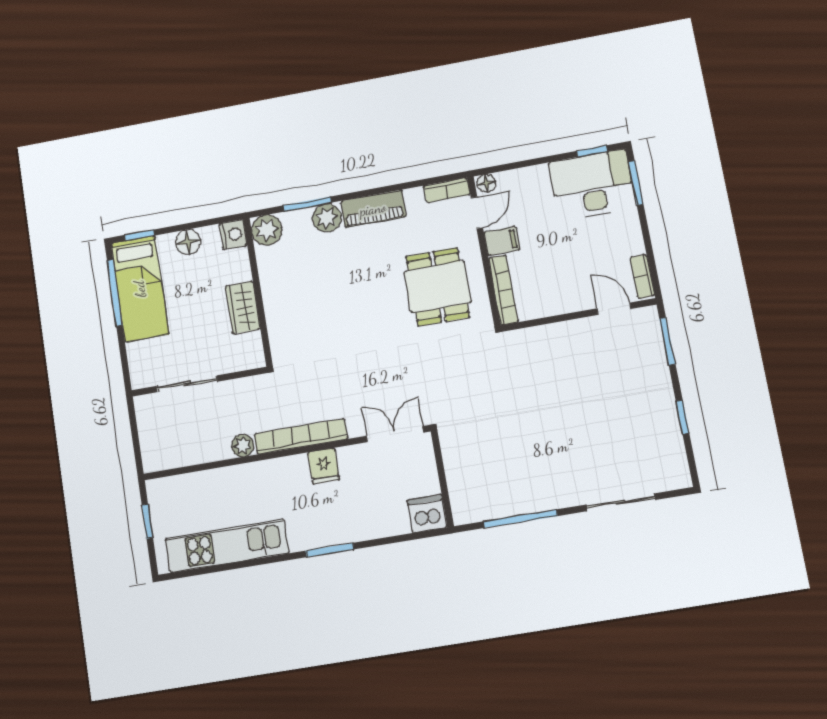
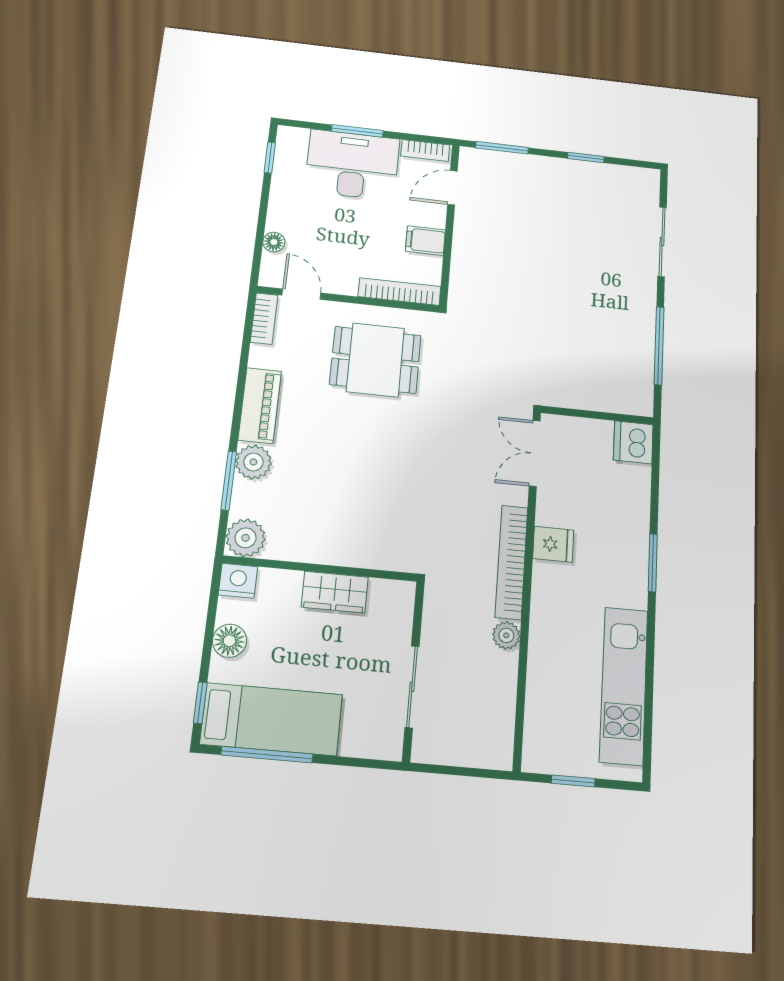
floor lamp: (486, 183) -> (274, 242), moved
window: (636, 183) -> (357, 131), moved
desk: (592, 185) -> (352, 165), moved, turned 90
filing cabinet: (502, 241) -> (425, 241), moved, turned -90

